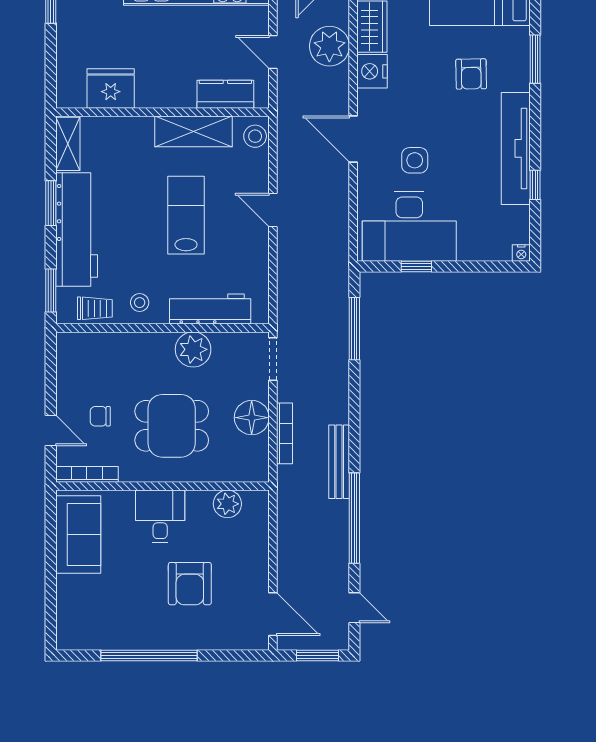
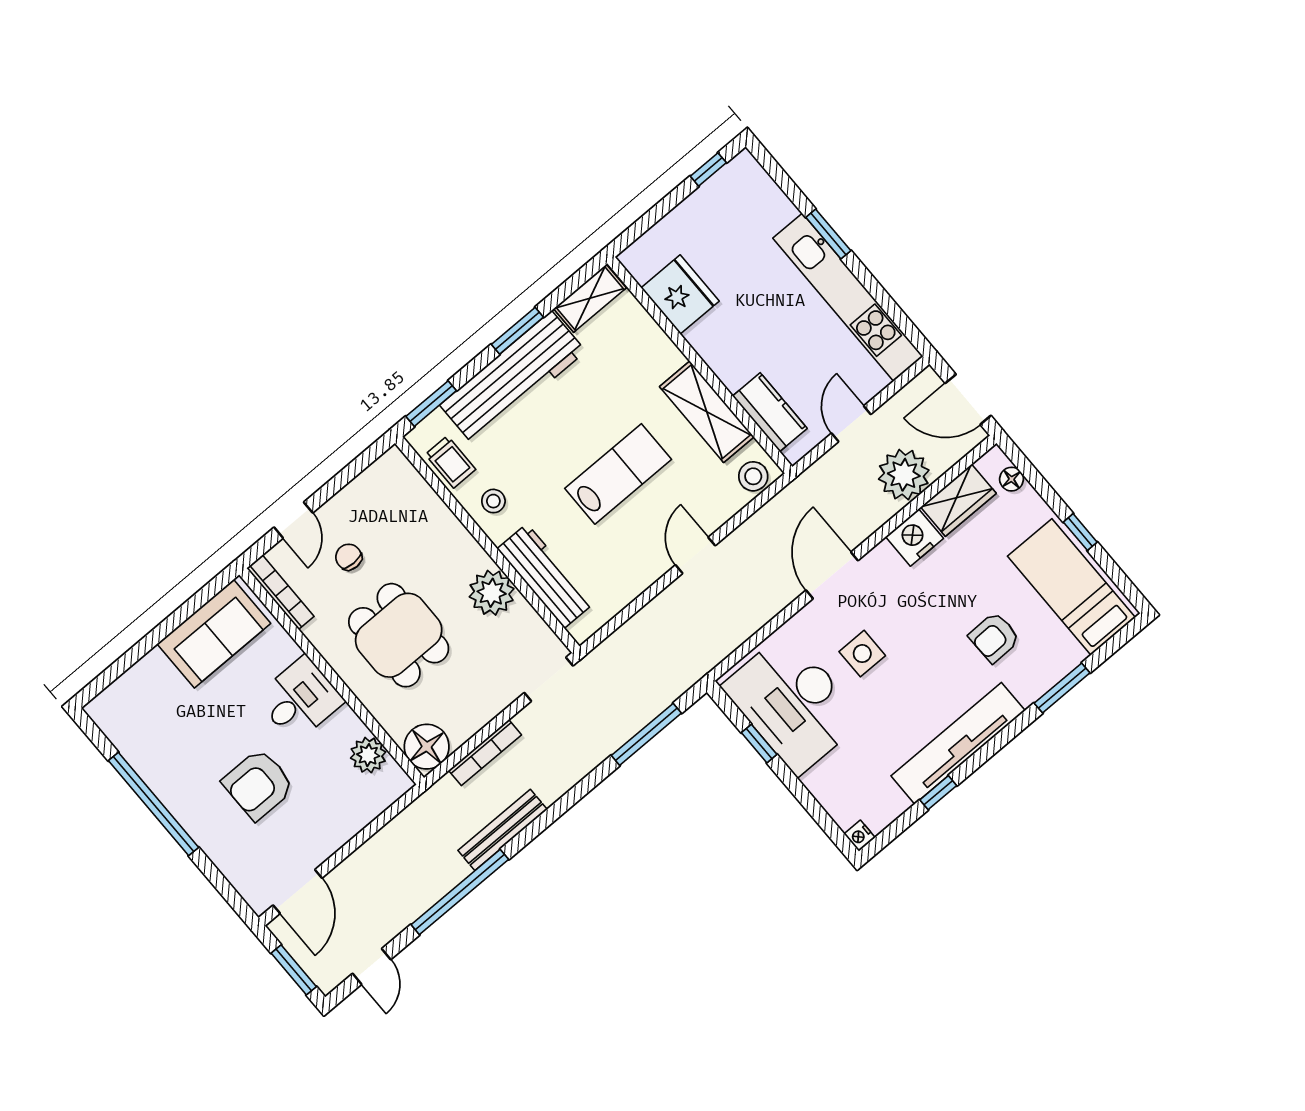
floor lamp: (252, 418) -> (427, 747), moved

